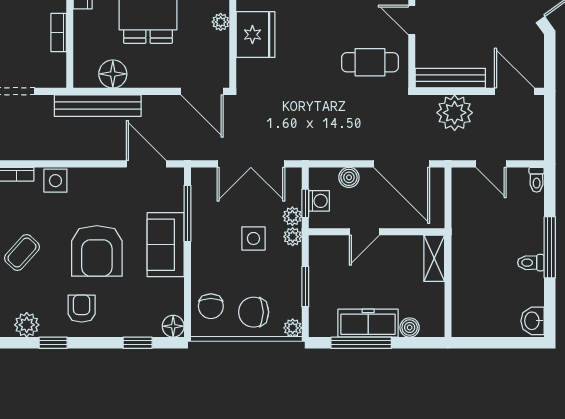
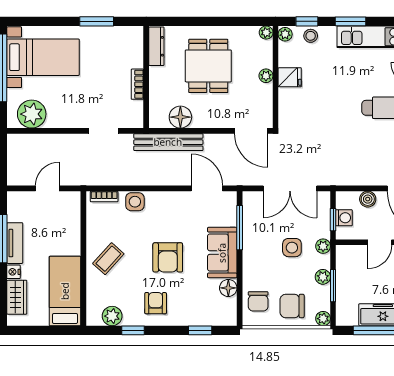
fridge: (256, 35) -> (290, 77), width x0.53, depth x0.75
plant: (292, 216) -> (323, 277), moved
armchair: (97, 251) -> (168, 257), width x0.73, depth x0.73
floor lamp: (173, 326) -> (228, 288), moved

